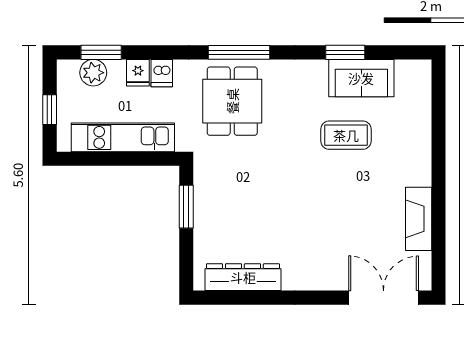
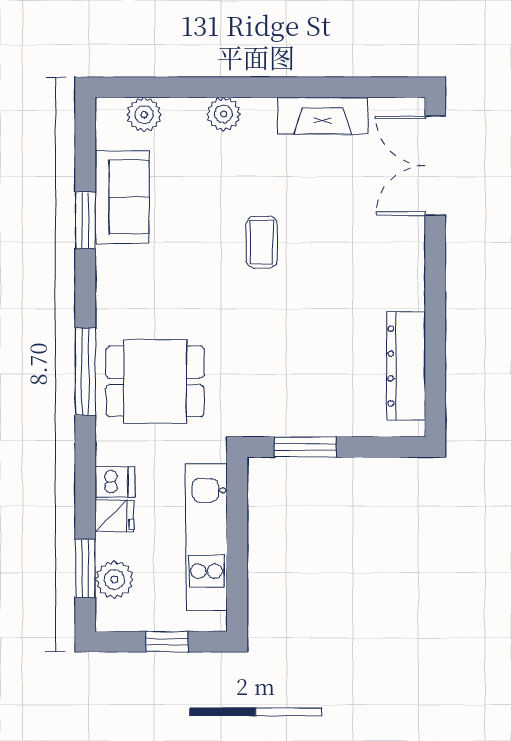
plant: (419, 94) -> (144, 114), added
coffee table: (346, 135) -> (262, 242), moved, width x0.73, depth x0.77
plant: (420, 149) -> (224, 114), added

